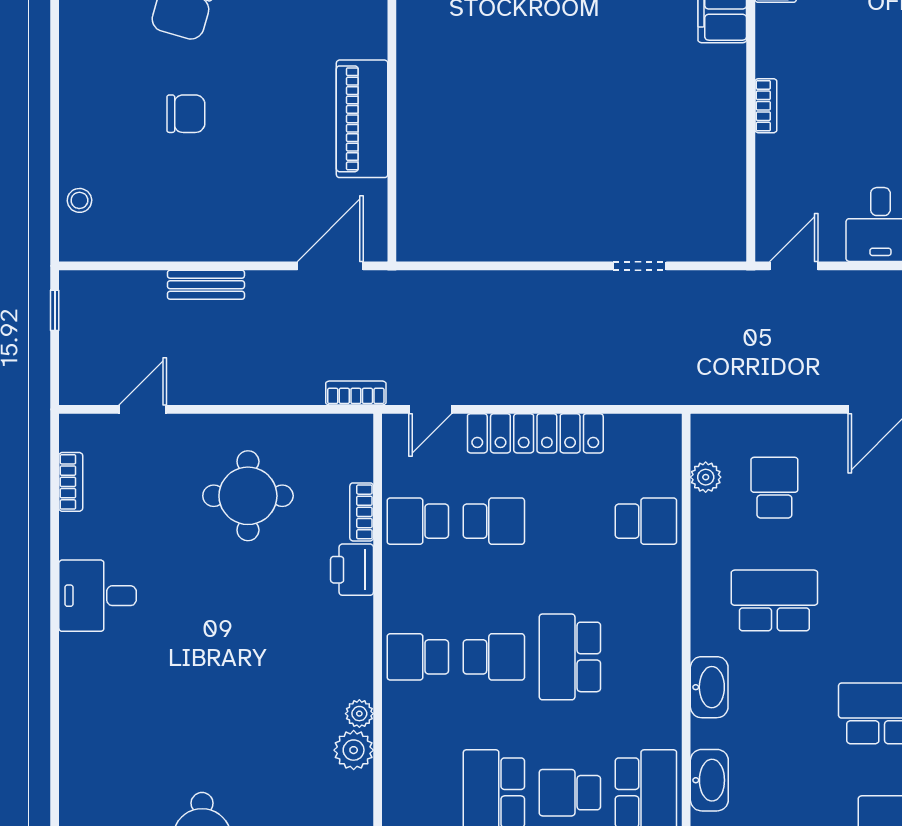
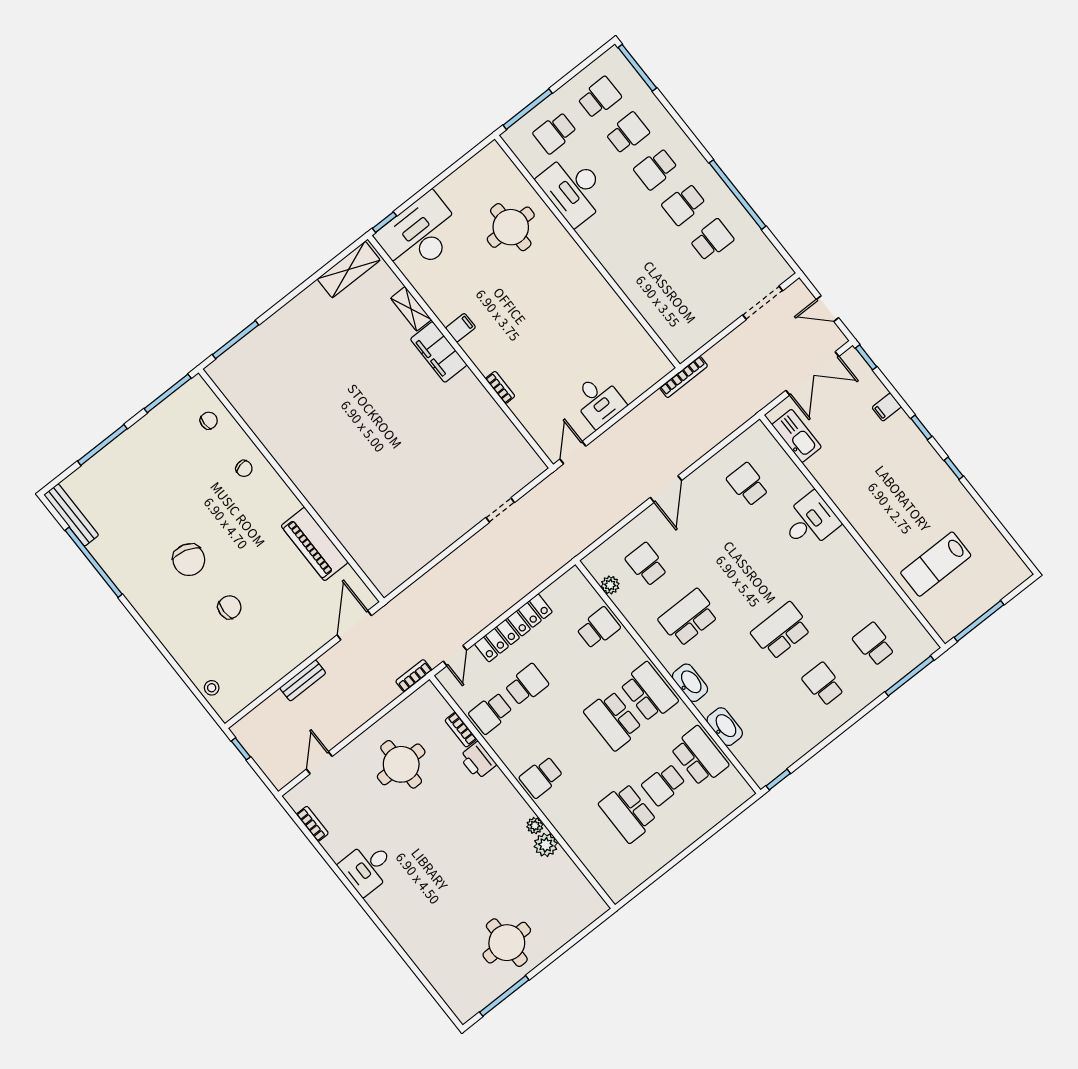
school desk: (494, 657) -> (649, 692), moved, width x1.85

